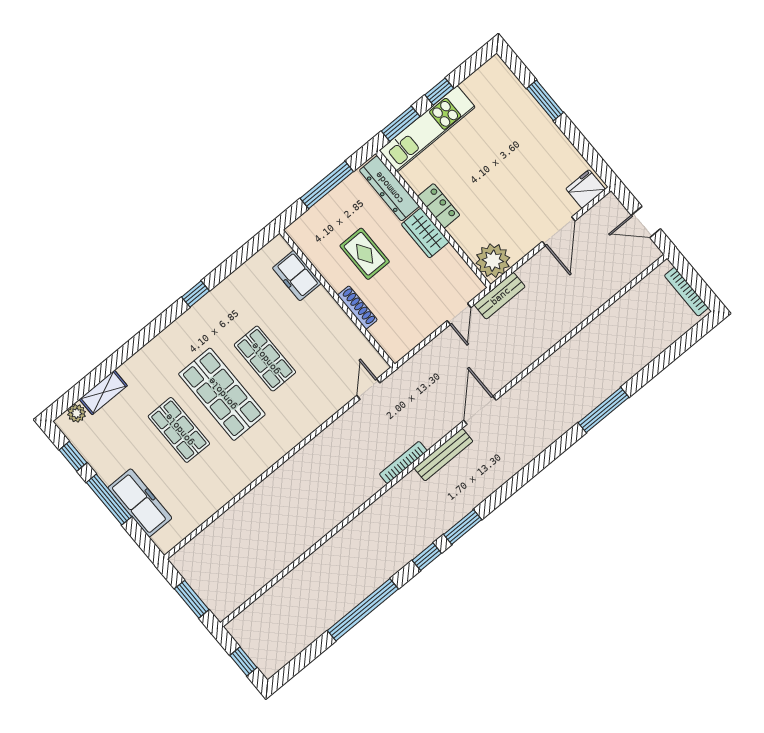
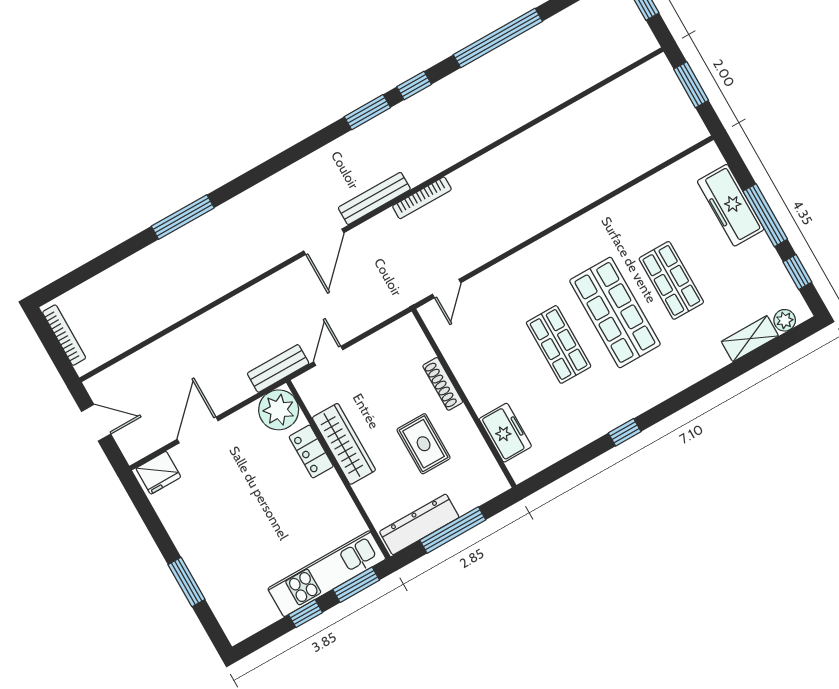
dresser: (389, 188) -> (419, 524), moved, turned -90
locker: (439, 206) -> (311, 452), moved
wardrobe: (425, 233) -> (344, 444), width x1.50

